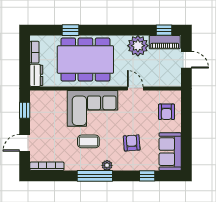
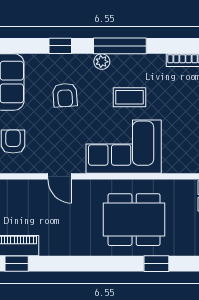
plant: (138, 46) -> (56, 240), removed
dining table: (85, 60) -> (134, 220), width x0.73, depth x0.80
window: (147, 176) -> (60, 46), moved

